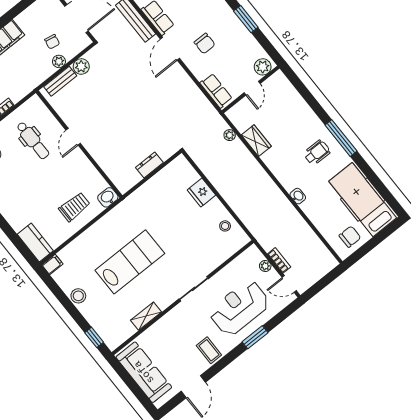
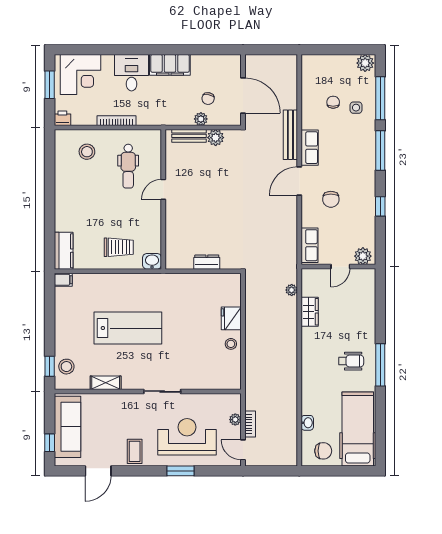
window: (246, 19) -> (380, 206), width x0.67
washbasin: (298, 196) -> (307, 423), moved
stool: (225, 226) -> (231, 344), moved
stool: (78, 296) -> (66, 367), moved
window: (140, 395) -> (50, 443), added

